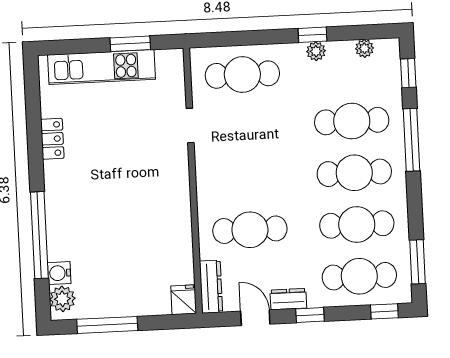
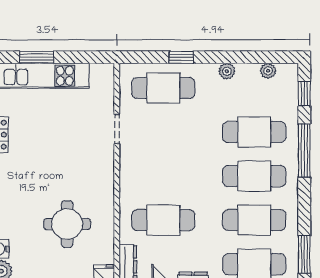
window: (313, 35) -> (181, 57), moved
window: (130, 44) -> (37, 57), moved
round table: (137, 240) -> (67, 224), added

